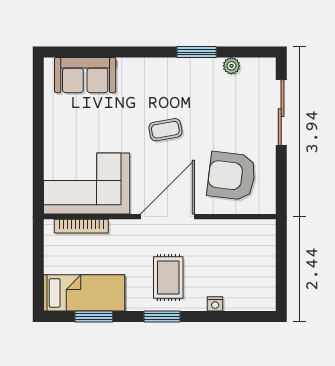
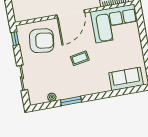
sliding door: (281, 113) -> (22, 78), width x0.73
window: (281, 189) -> (15, 39), added

